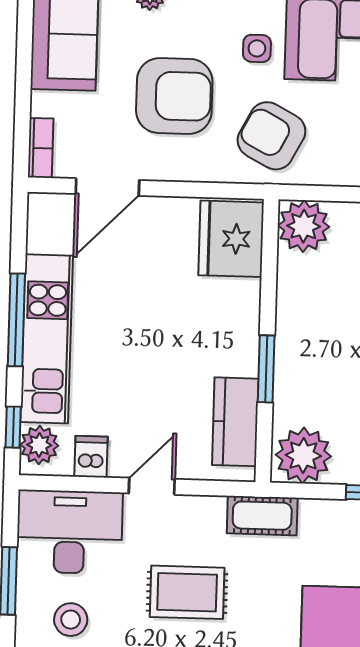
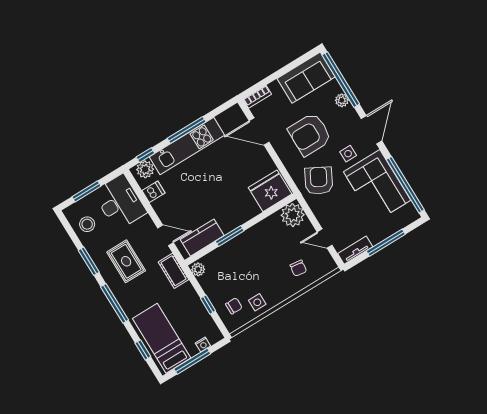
armchair: (174, 96) -> (310, 134), turned 90
plant: (303, 455) -> (198, 269), width x0.53, depth x0.53
door: (152, 486) -> (165, 235), moved

